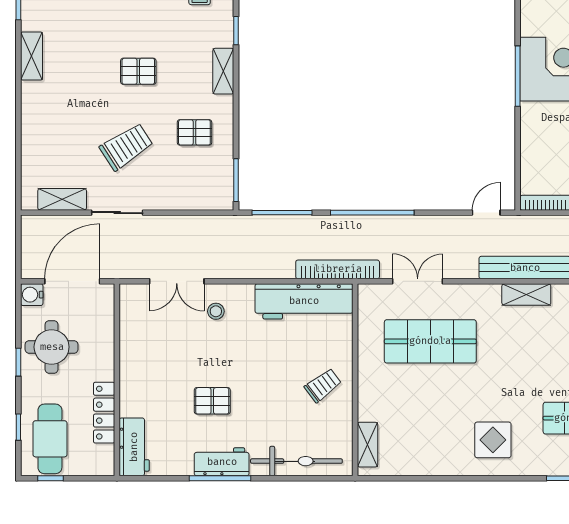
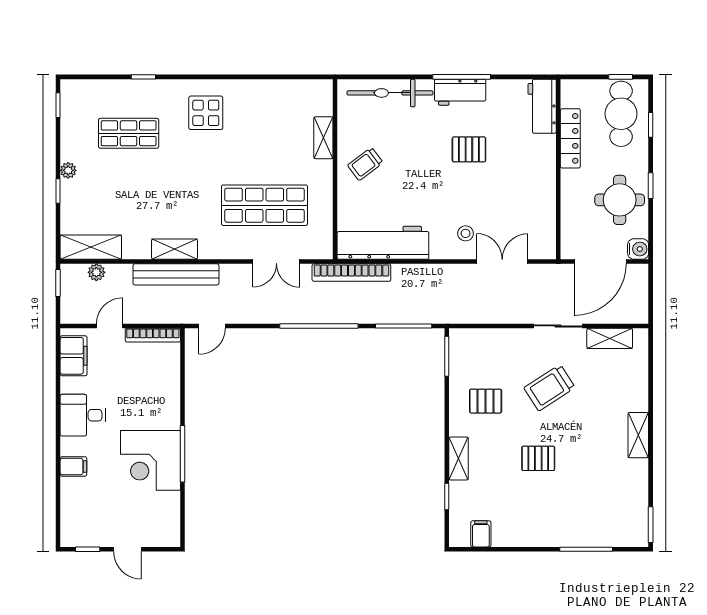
shelving: (32, 56) -> (638, 435), moved
shelving: (367, 445) -> (323, 138), moved

